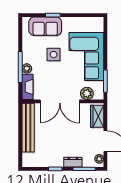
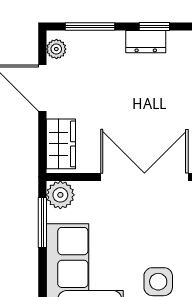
plant: (87, 93) -> (60, 195), moved
dresser: (73, 162) -> (146, 42), moved

